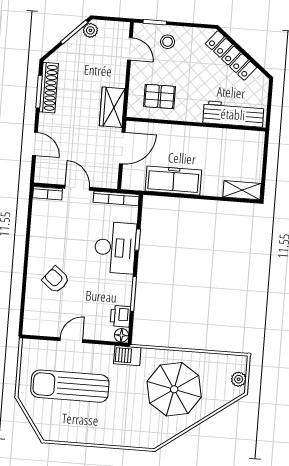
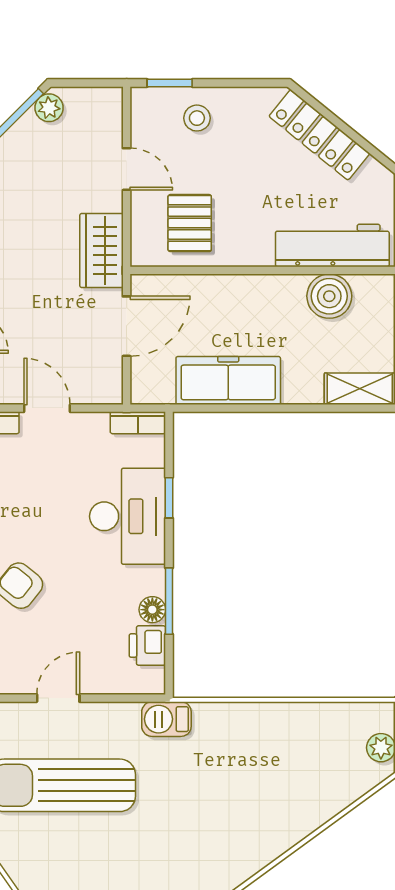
door: (130, 49) -> (127, 169), moved
pallet: (160, 96) -> (190, 223), turned 90
boiler: (230, 140) -> (329, 296), added
bookcase: (116, 198) -> (138, 423), width x0.64
floor lamp: (121, 335) -> (152, 610), moved
parasol: (174, 389) -> (260, 776), removed

